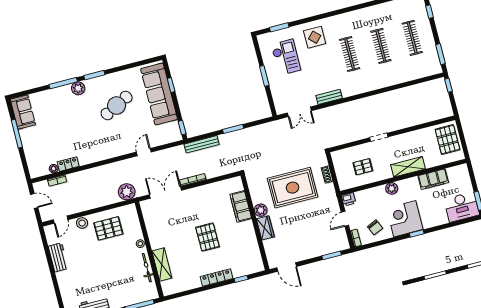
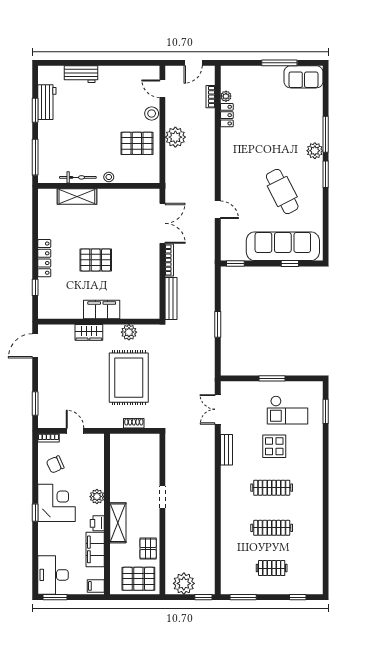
display table: (315, 37) -> (274, 446), moved
clothes rail: (412, 38) -> (272, 568), width x0.73
plant: (442, 103) -> (184, 583), added
bench: (202, 144) -> (171, 298), moved
pallet: (363, 167) -> (148, 549), moved
filing cabinet: (462, 171) -> (96, 586), added
plant: (127, 192) -> (175, 137), moved
printer: (349, 199) -> (97, 523), moved
filing cabinet: (241, 206) -> (102, 310), moved
plant: (261, 210) -> (129, 332), moved
pallet: (108, 228) -> (137, 143), turned 90
workbench: (58, 257) -> (81, 74), moved

